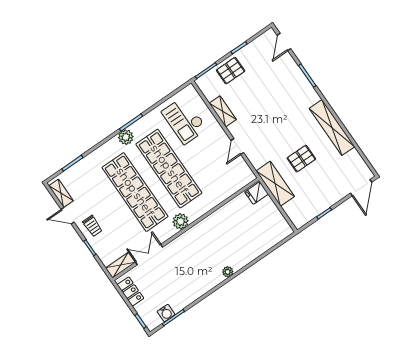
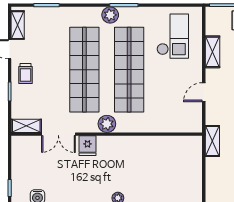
checkout: (184, 120) -> (173, 36), turned 180
shelving: (275, 184) -> (212, 141), width x0.67, depth x0.75
fridge: (257, 193) -> (88, 146), moved, turned -90
double door: (149, 255) -> (58, 134), swing flipped
locker: (130, 292) -> (19, 156), removed

